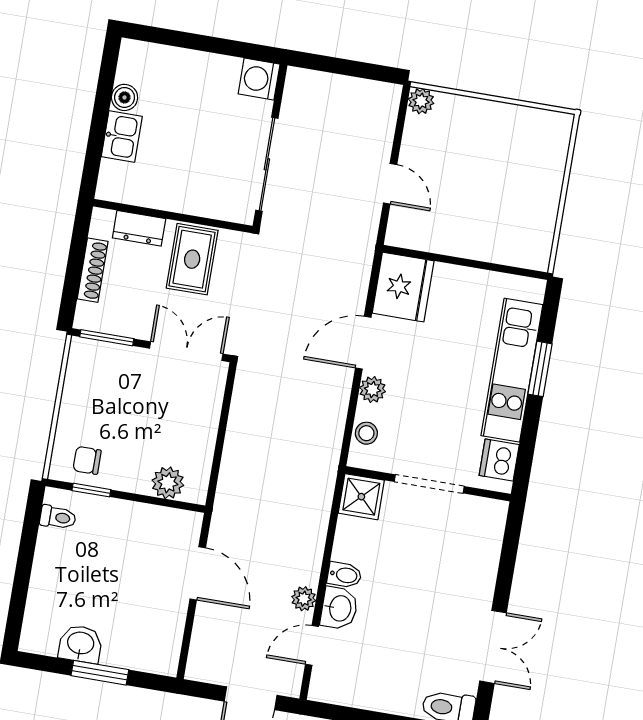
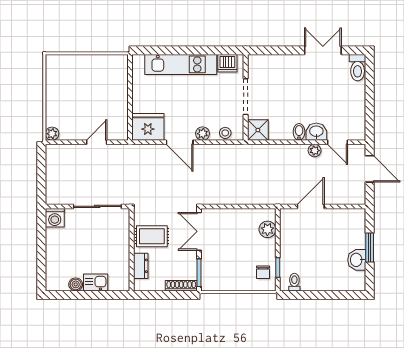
shoe rack: (93, 270) -> (181, 286), moved
window: (540, 369) -> (178, 50), removed

